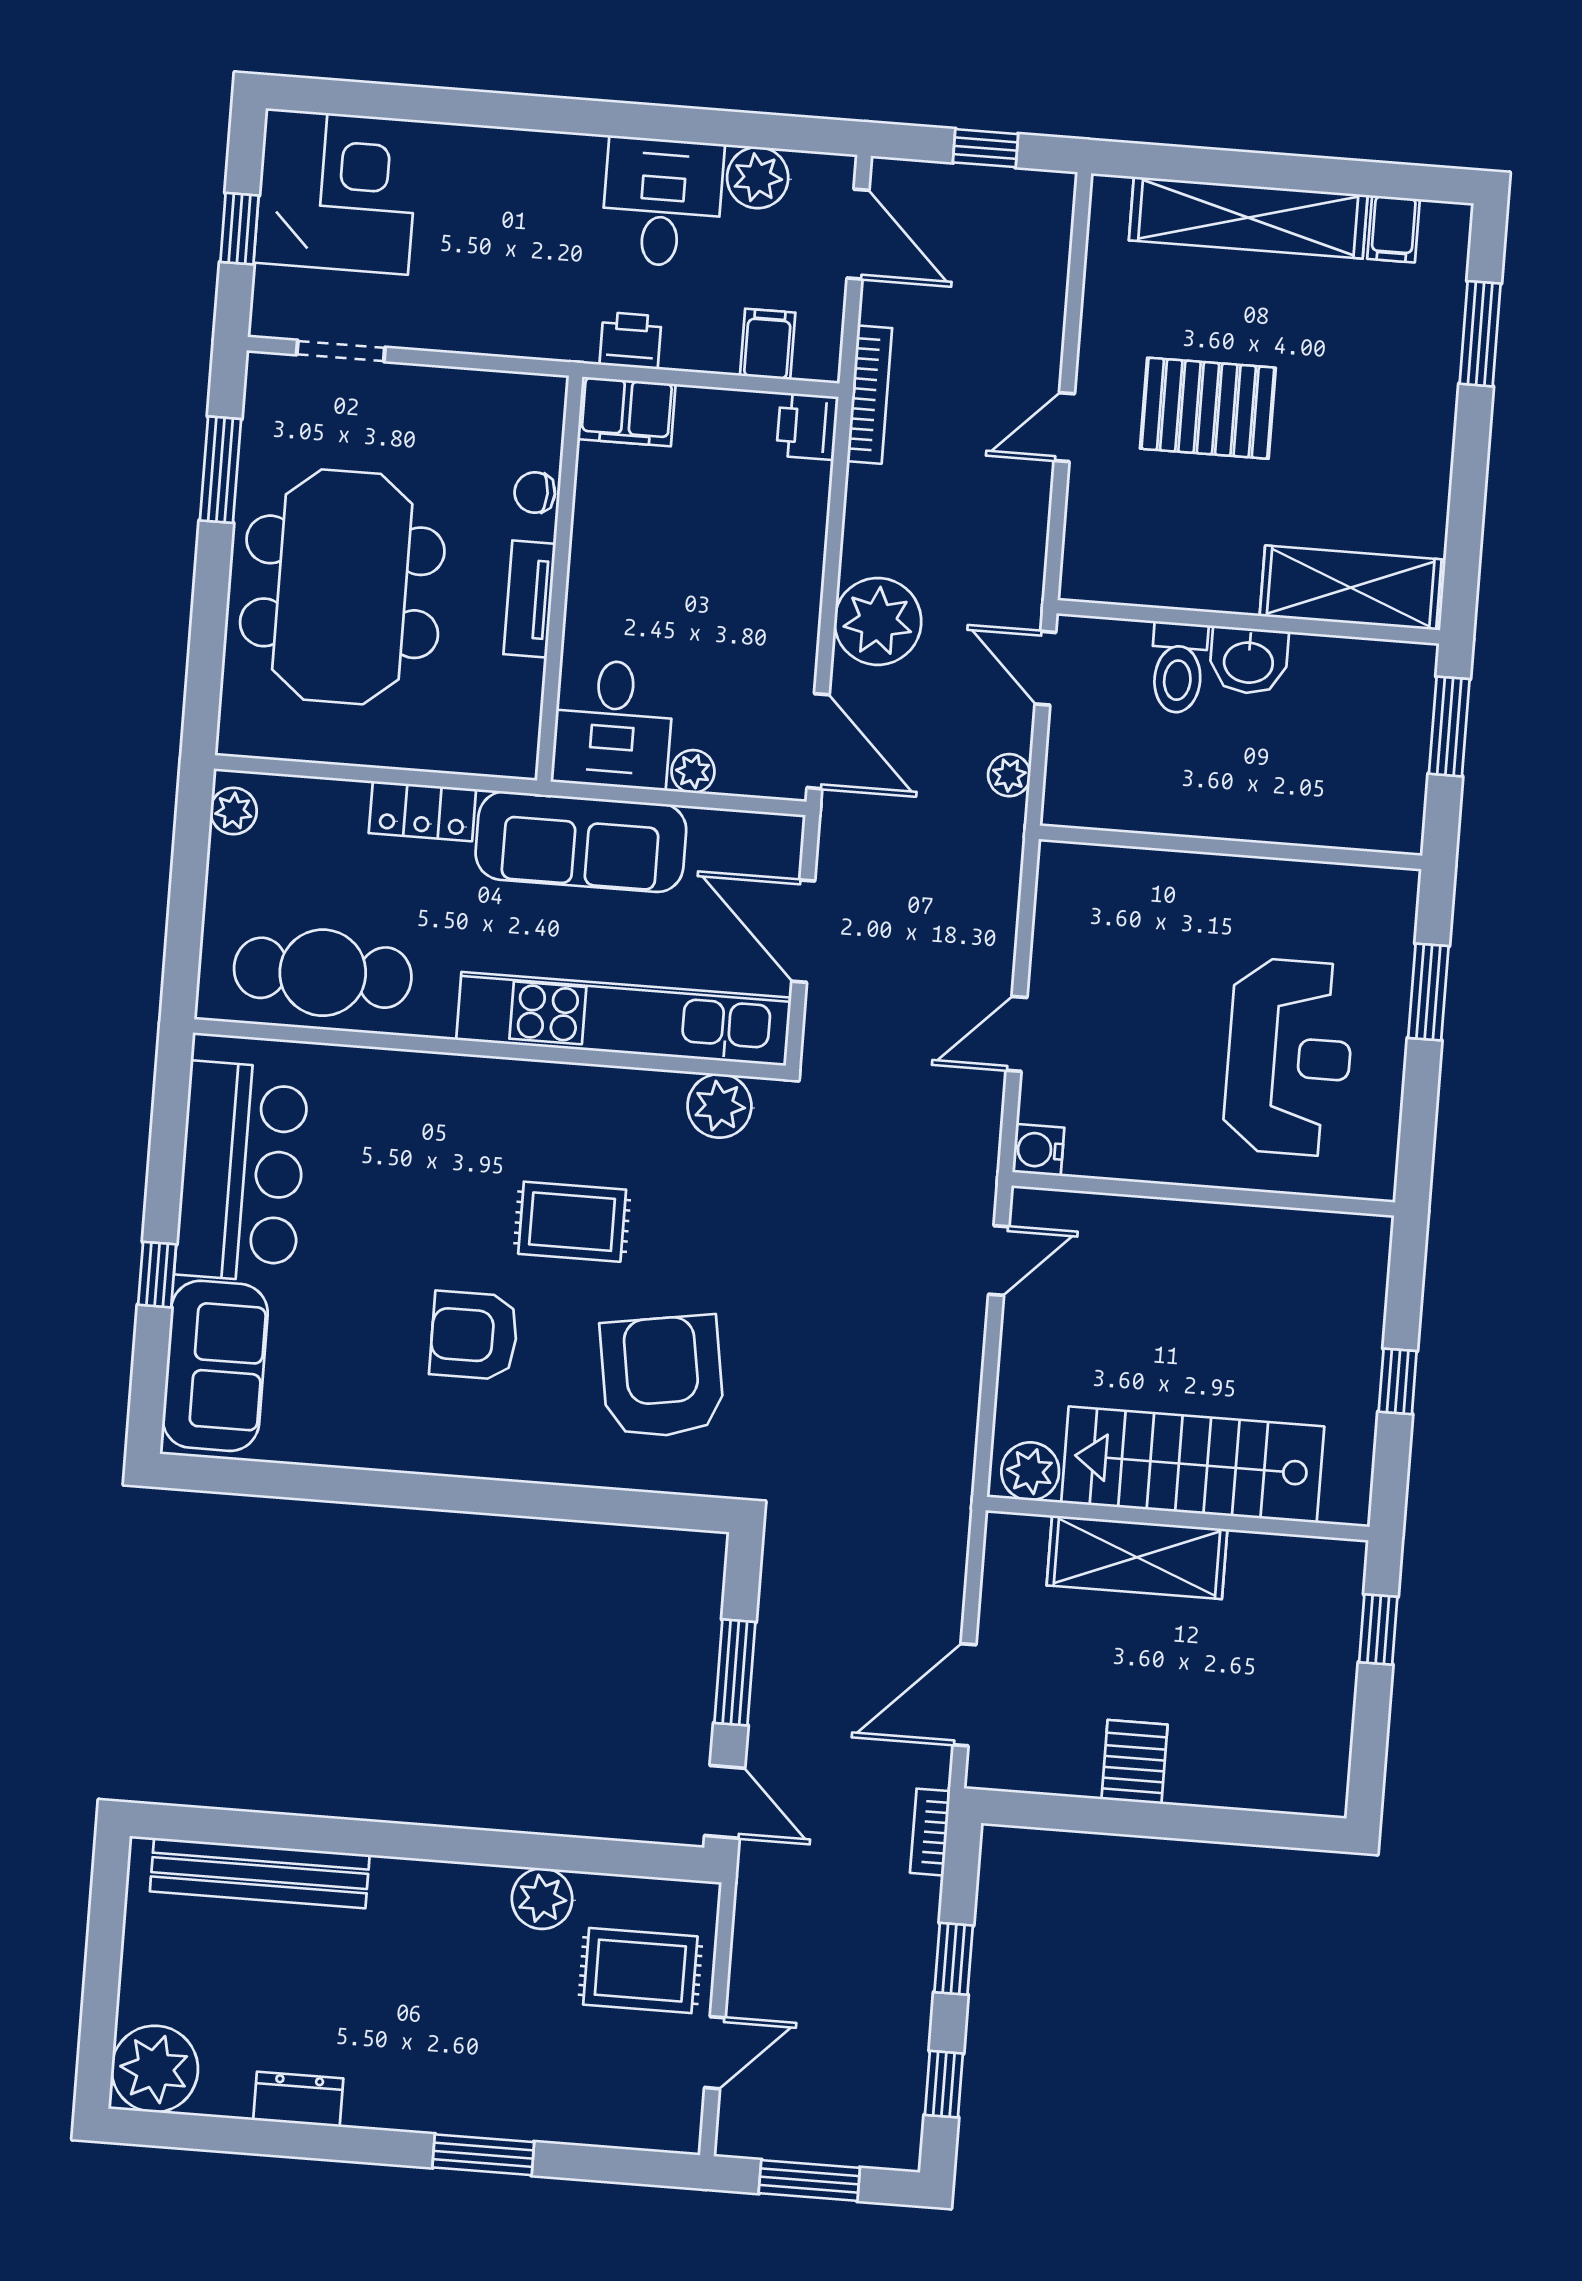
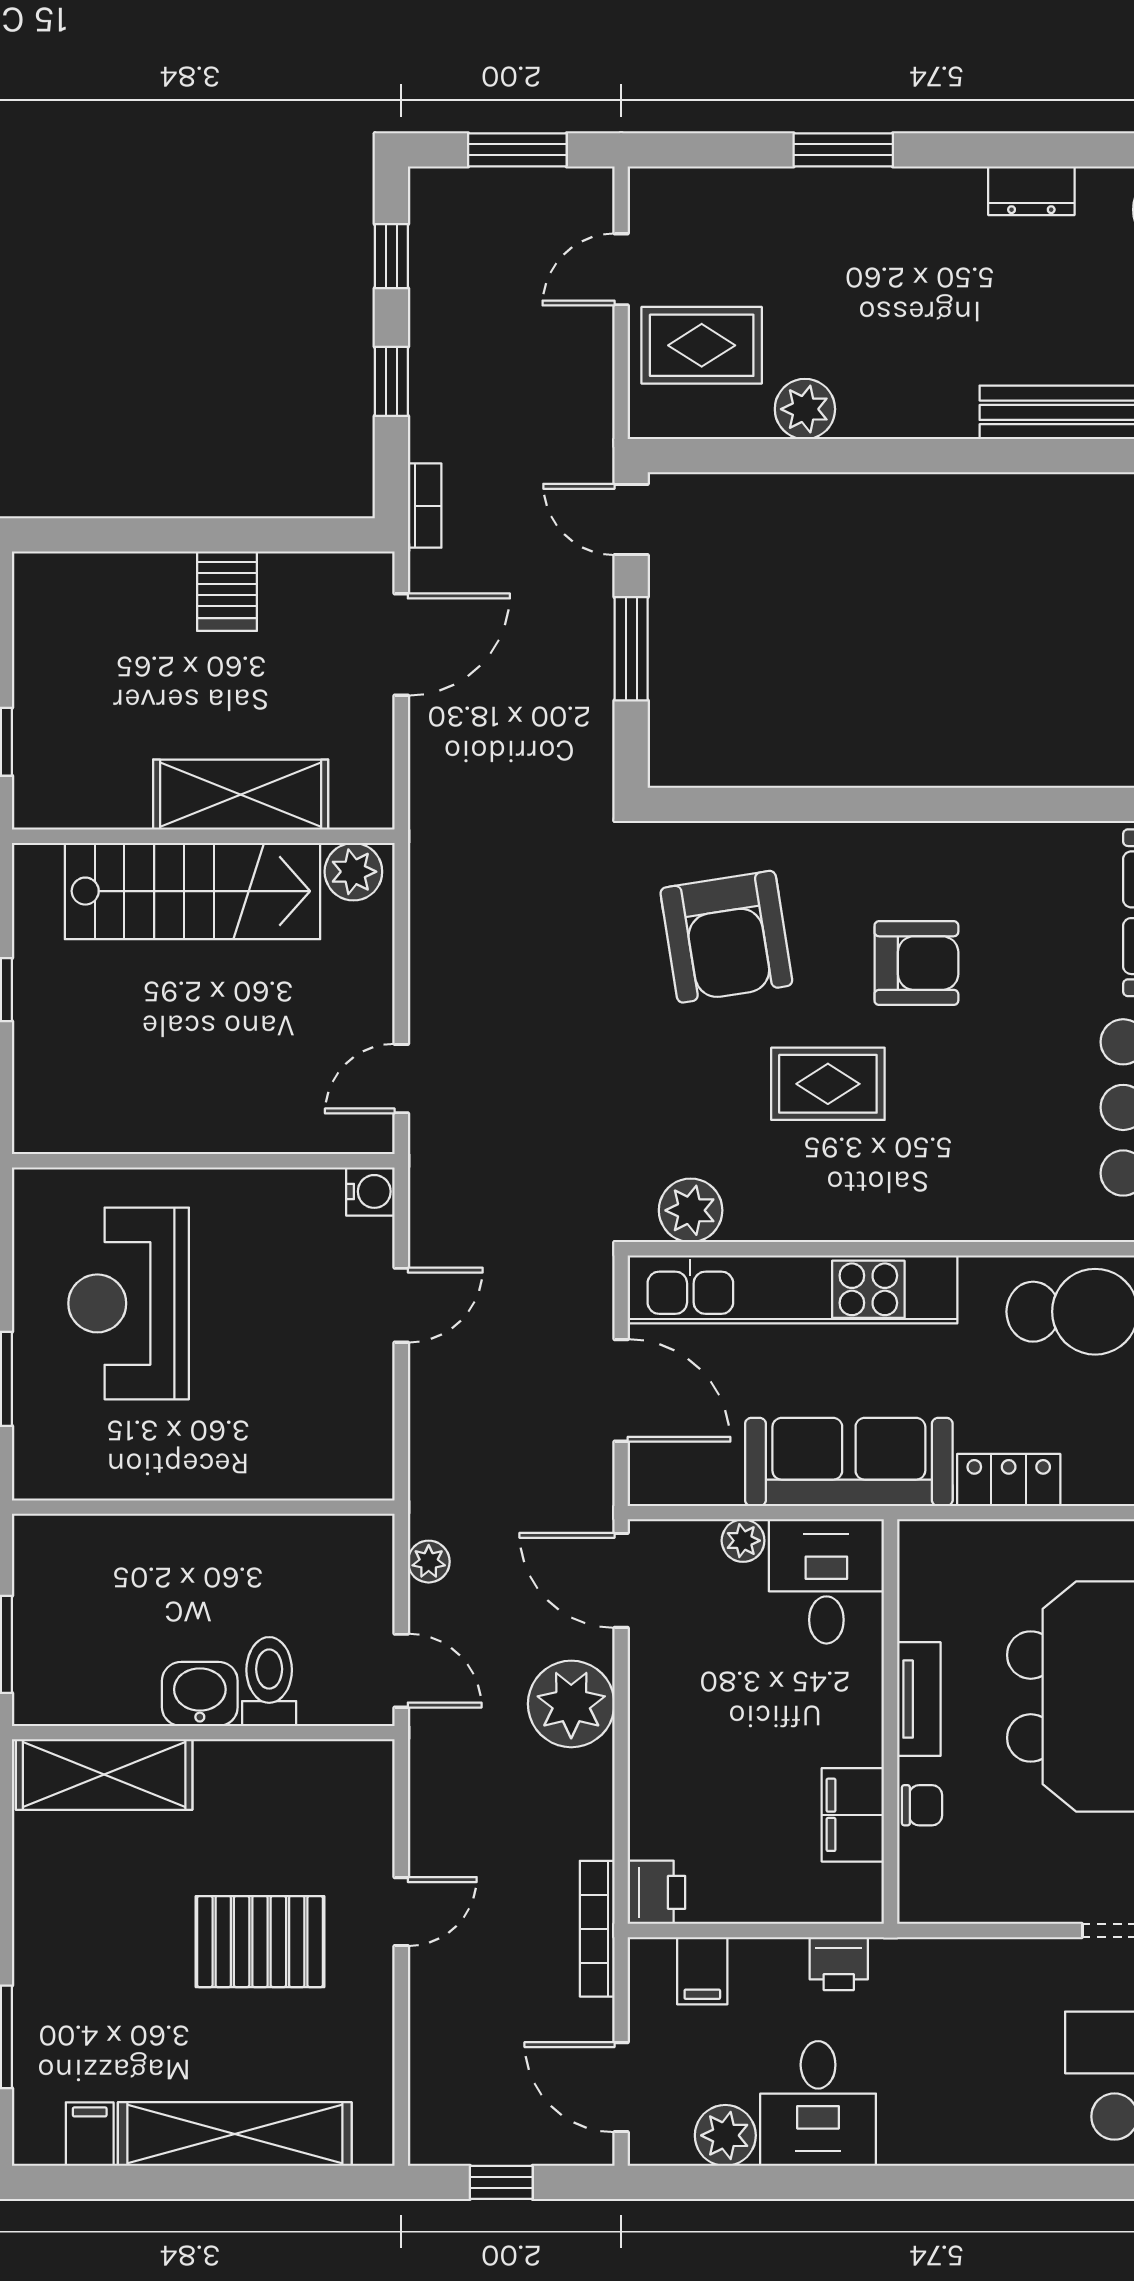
filing cabinet: (626, 412) -> (853, 1815), moved, turned -90

